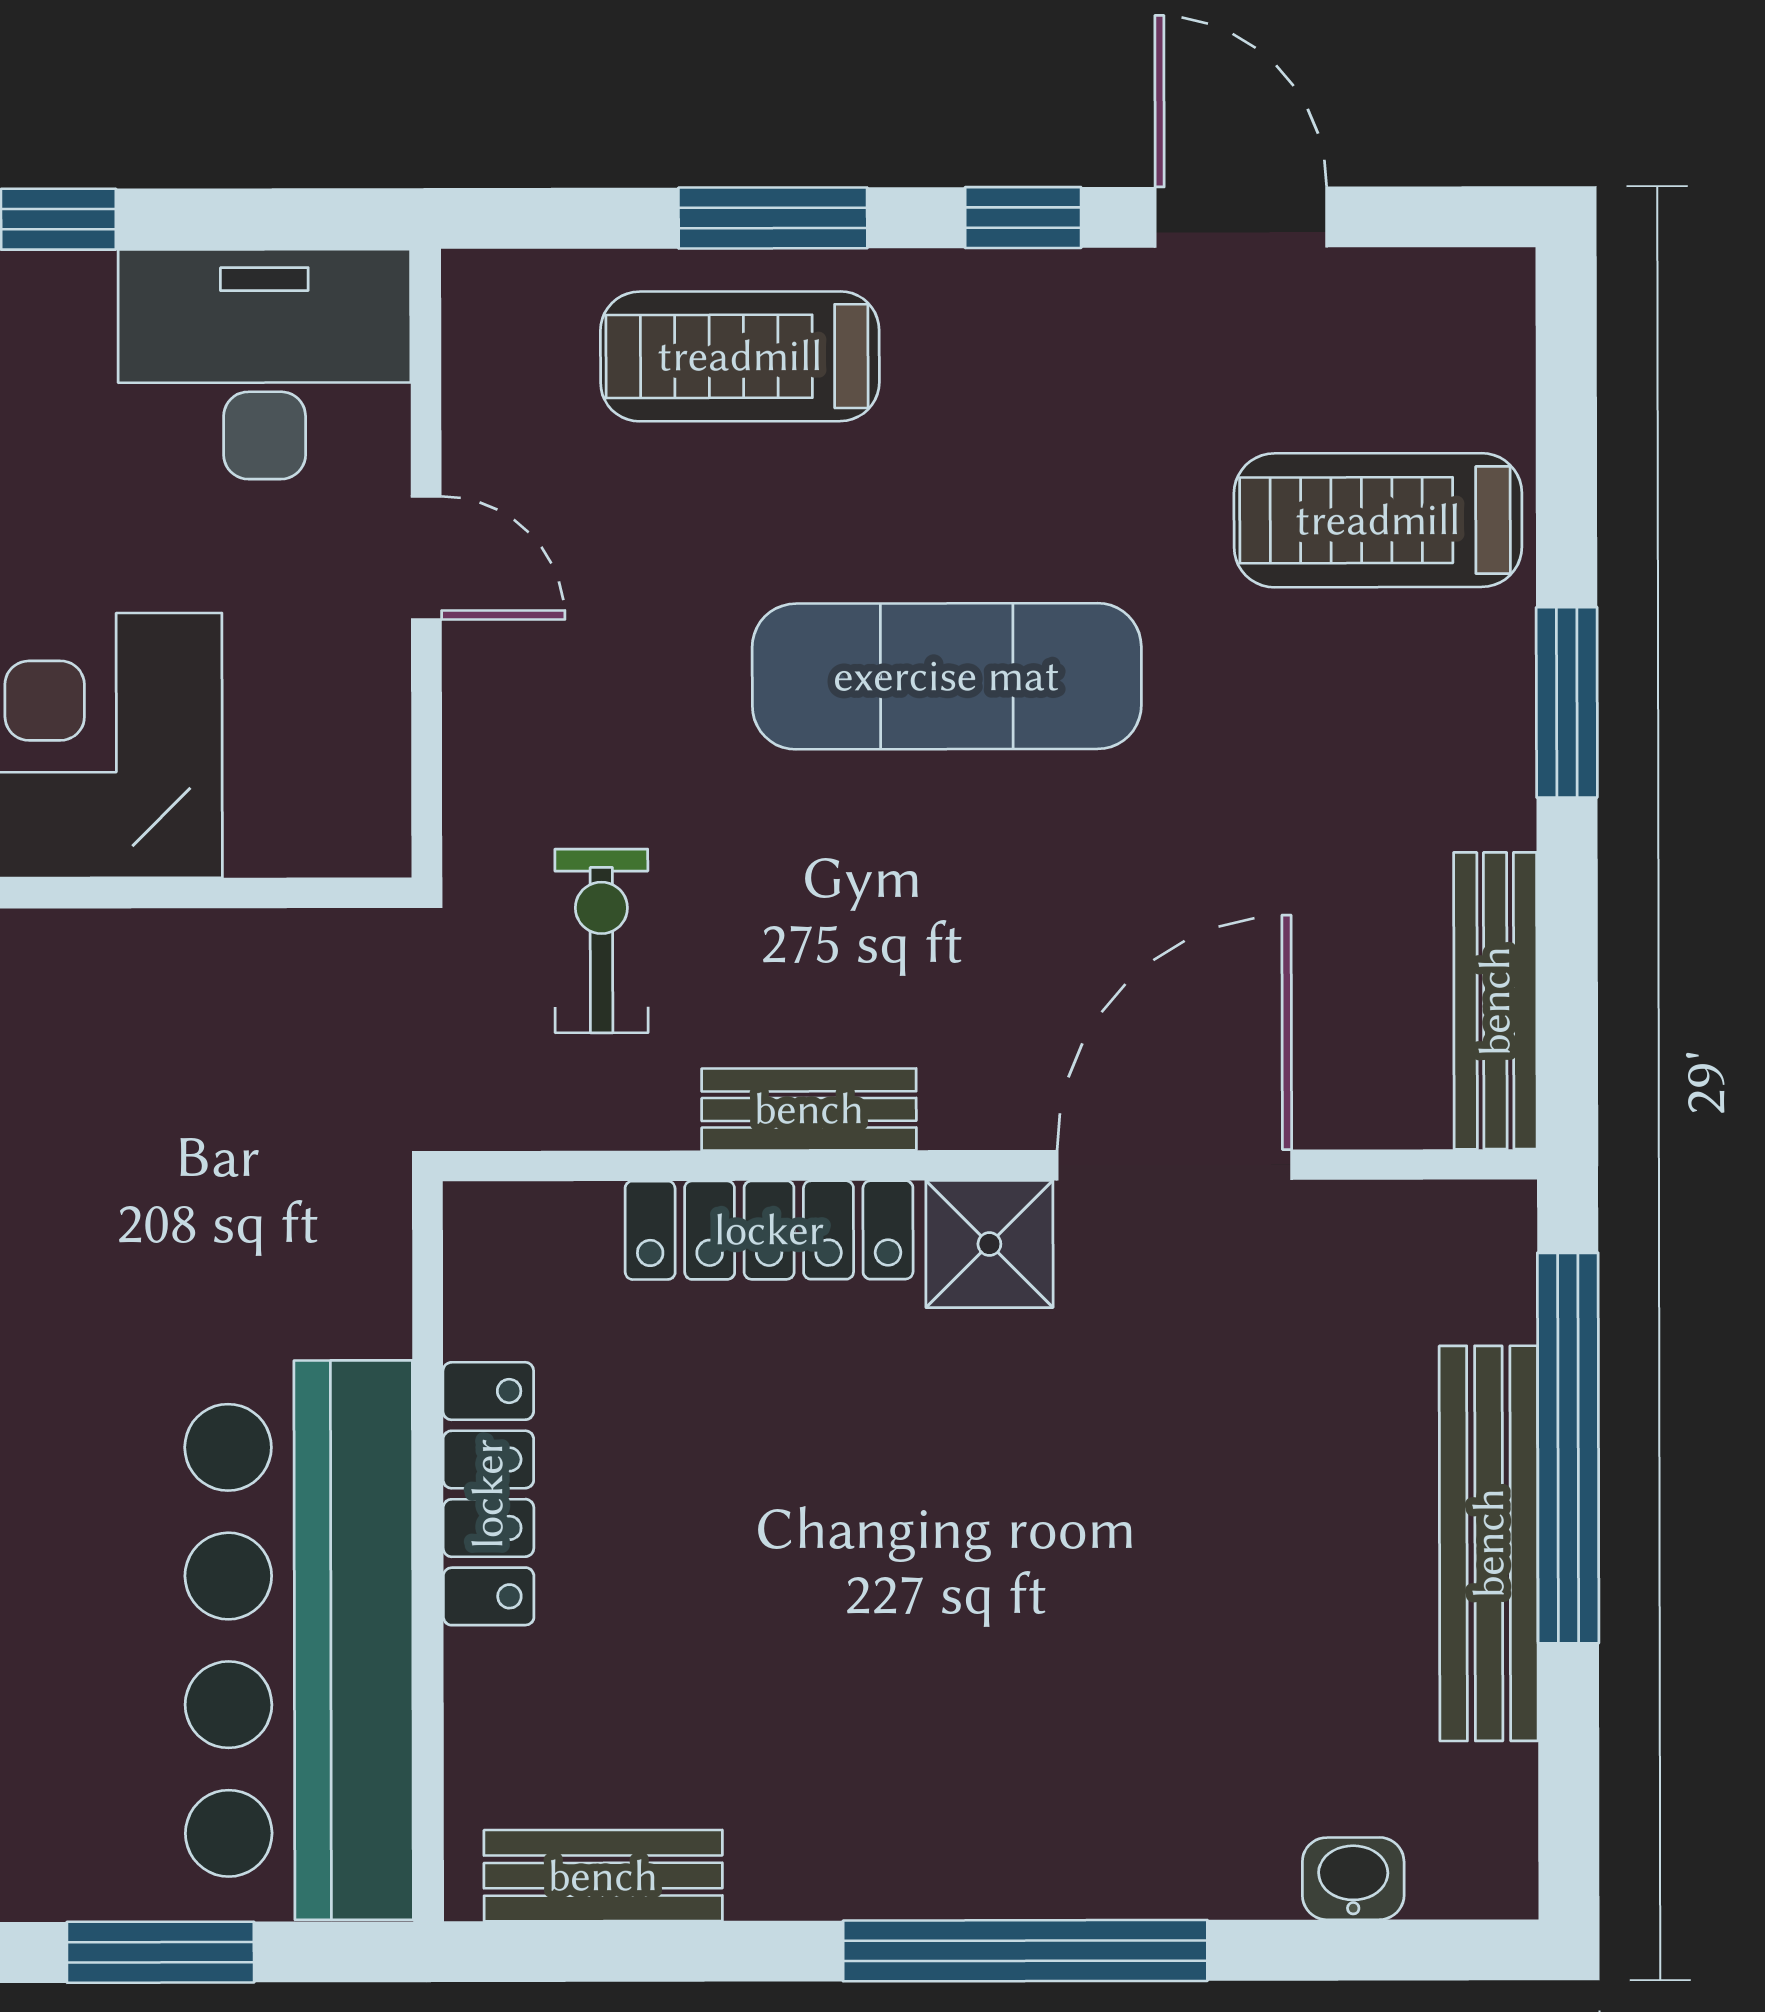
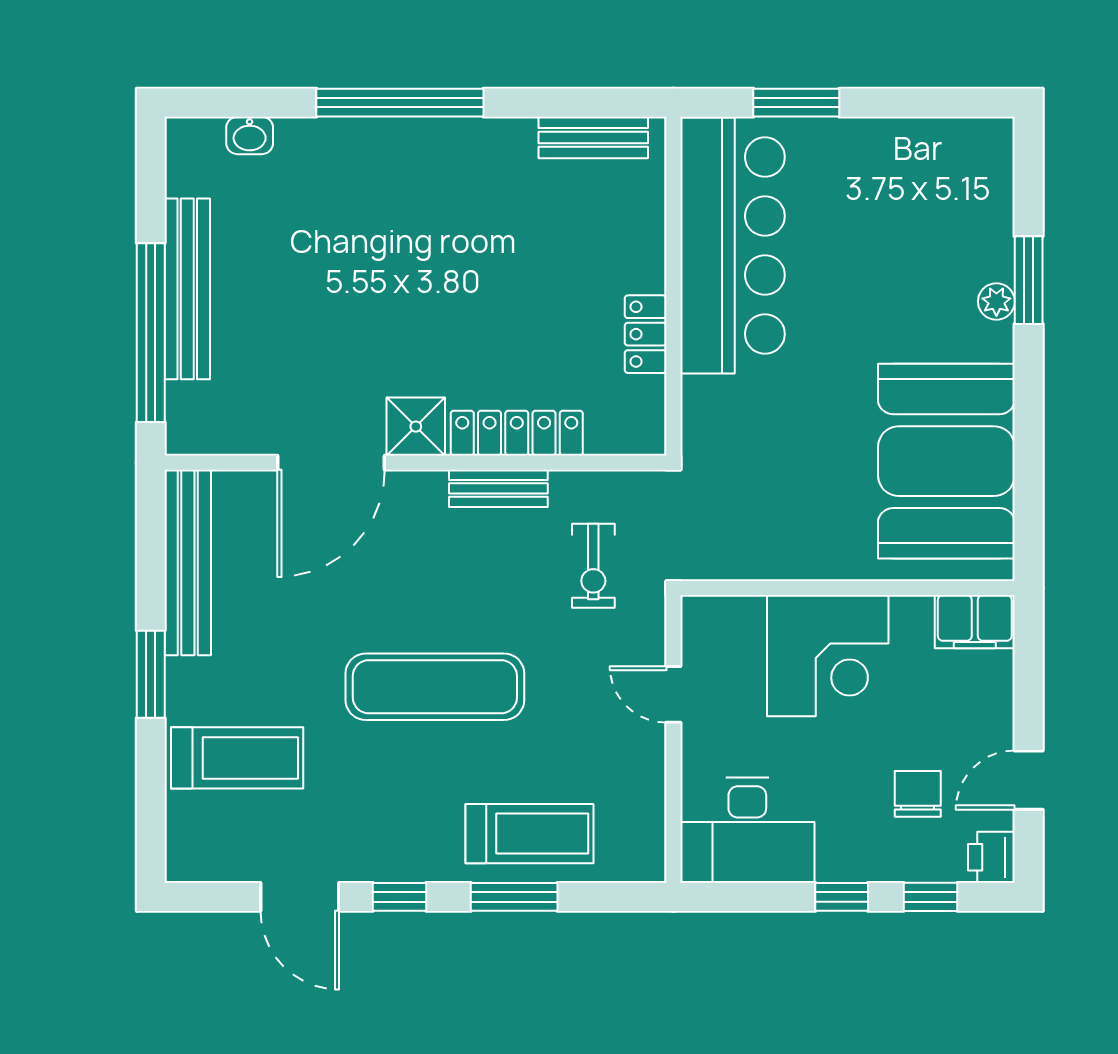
door: (426, 558) -> (673, 694), moved
bench: (1495, 1001) -> (188, 563), width x1.37, depth x1.21
locker: (488, 1494) -> (646, 334), width x0.66

